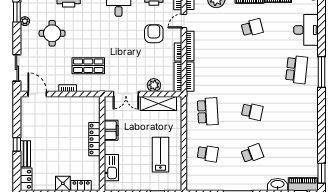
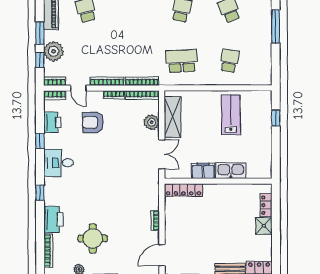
shop shelf: (88, 66) -> (130, 197), removed
locker: (94, 139) -> (184, 190), moved
lab bench: (160, 155) -> (231, 115), turned 90
kitchen sink: (111, 168) -> (231, 171), moved

